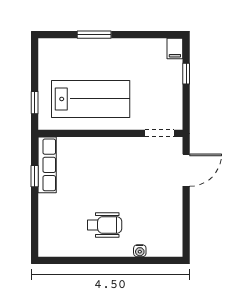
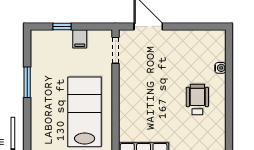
window: (94, 35) -> (27, 82), moved
filing cabinet: (175, 49) -> (80, 39), moved, turned 90

